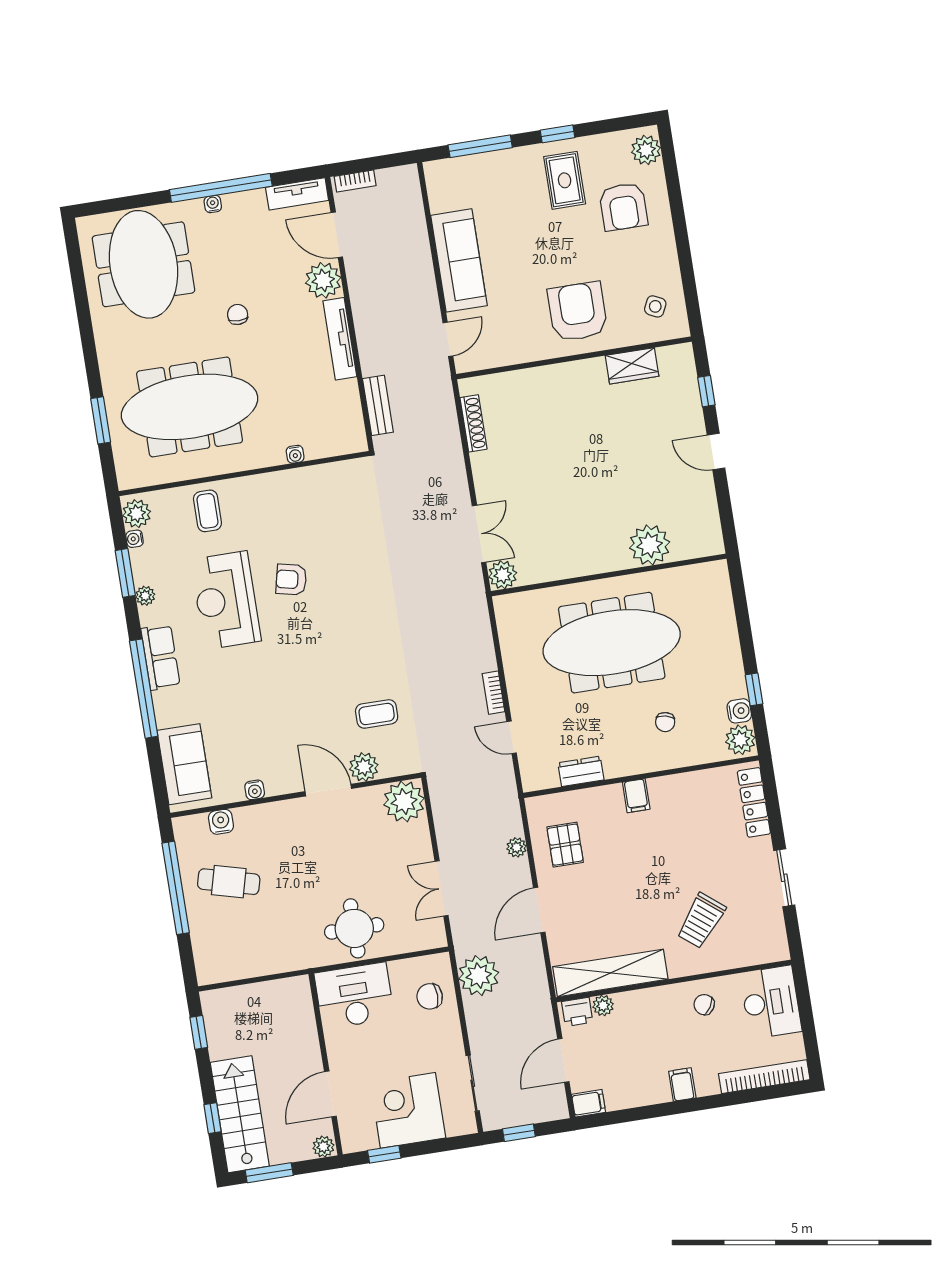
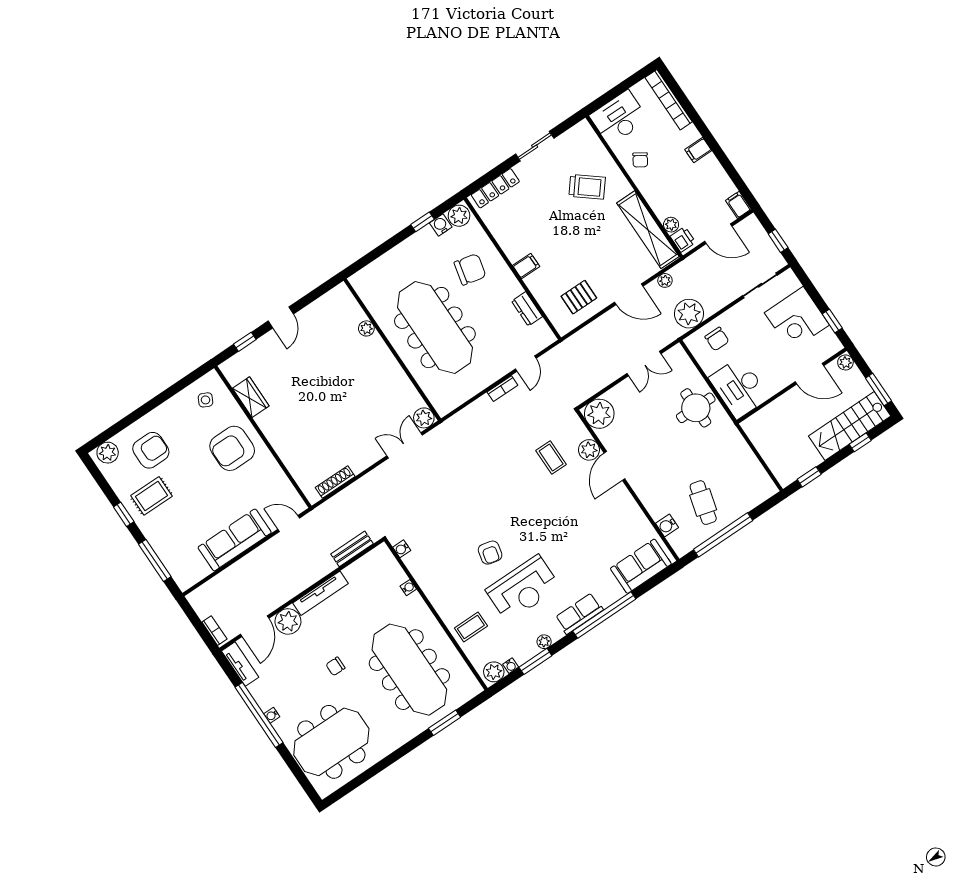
plant: (650, 545) -> (366, 328), width x0.53, depth x0.53
chair: (665, 722) -> (470, 269), width x1.87, depth x1.87
water cooler: (255, 790) -> (402, 549), moved, turned 180
plant: (517, 847) -> (665, 280), moved

